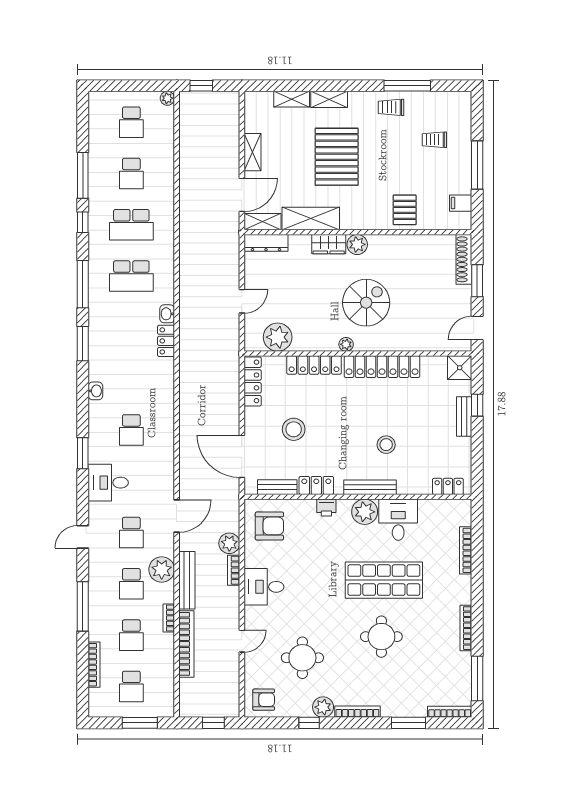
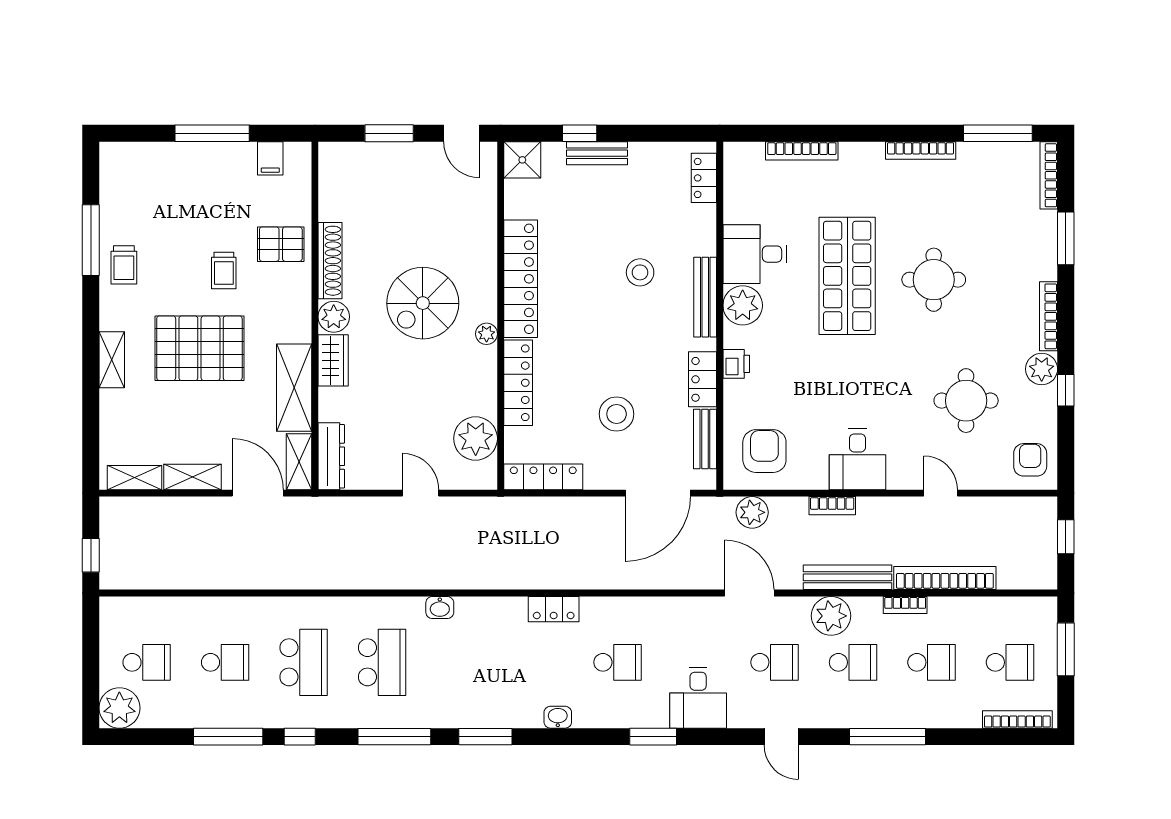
plant: (167, 98) -> (119, 708), moved, width x1.88, depth x1.88
shelving: (292, 99) -> (135, 478), moved, turned 90
trolley: (434, 140) -> (224, 270), moved
shoe rack: (464, 259) -> (330, 261), moved, turned -90
spiral stairs: (366, 303) -> (423, 303), turned -90
locker: (166, 341) -> (554, 609), moved
plant: (229, 543) -> (752, 512), moved
bookcase: (94, 665) -> (1017, 719), moved

